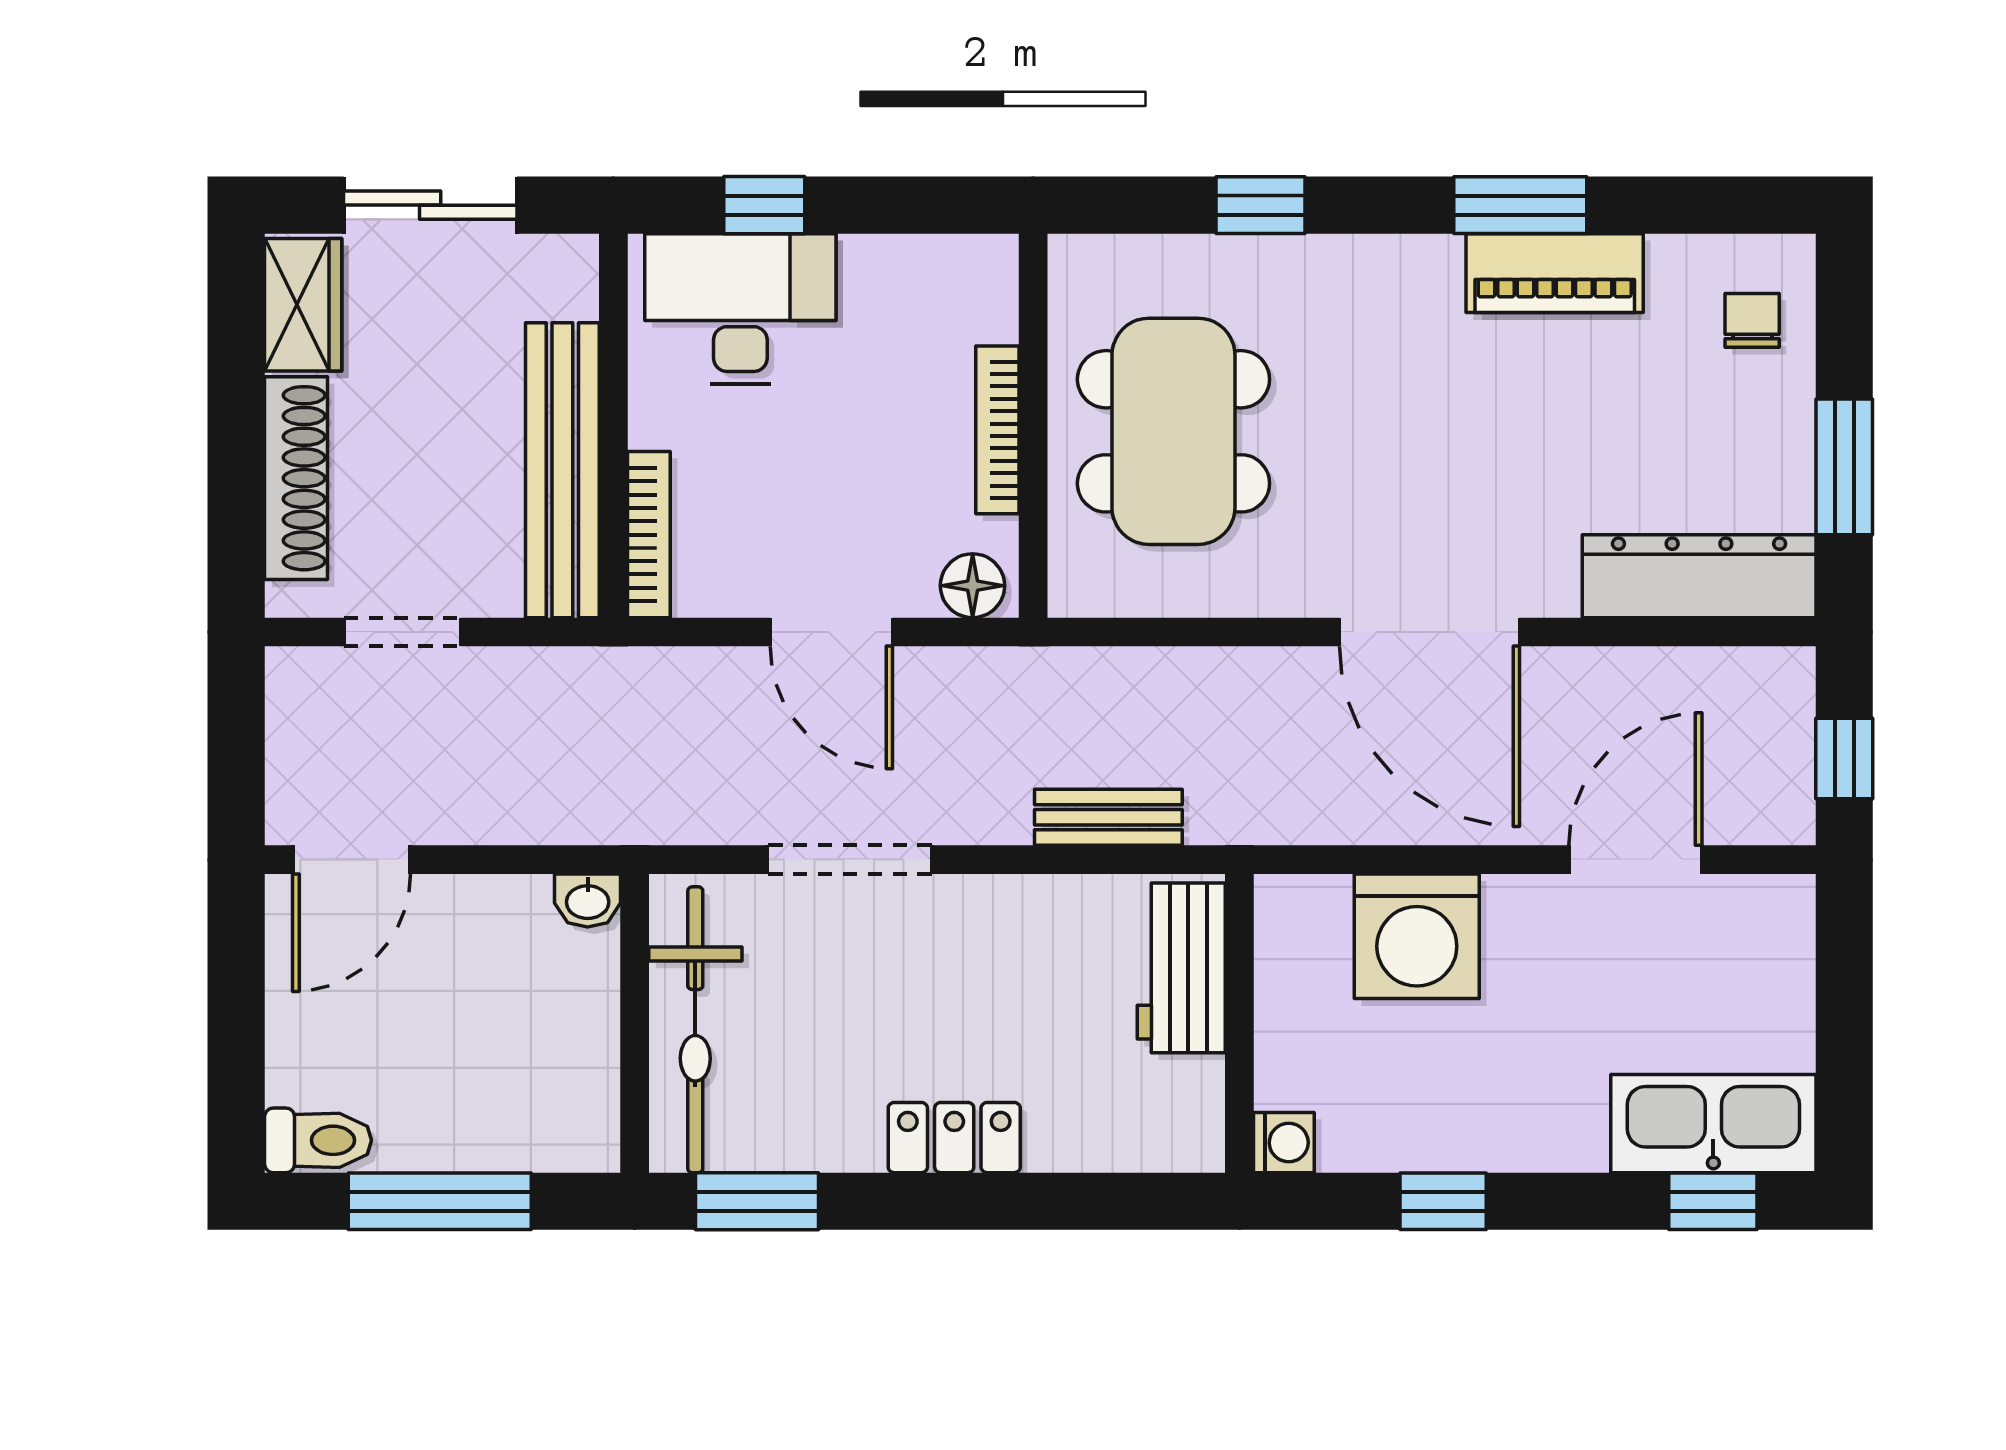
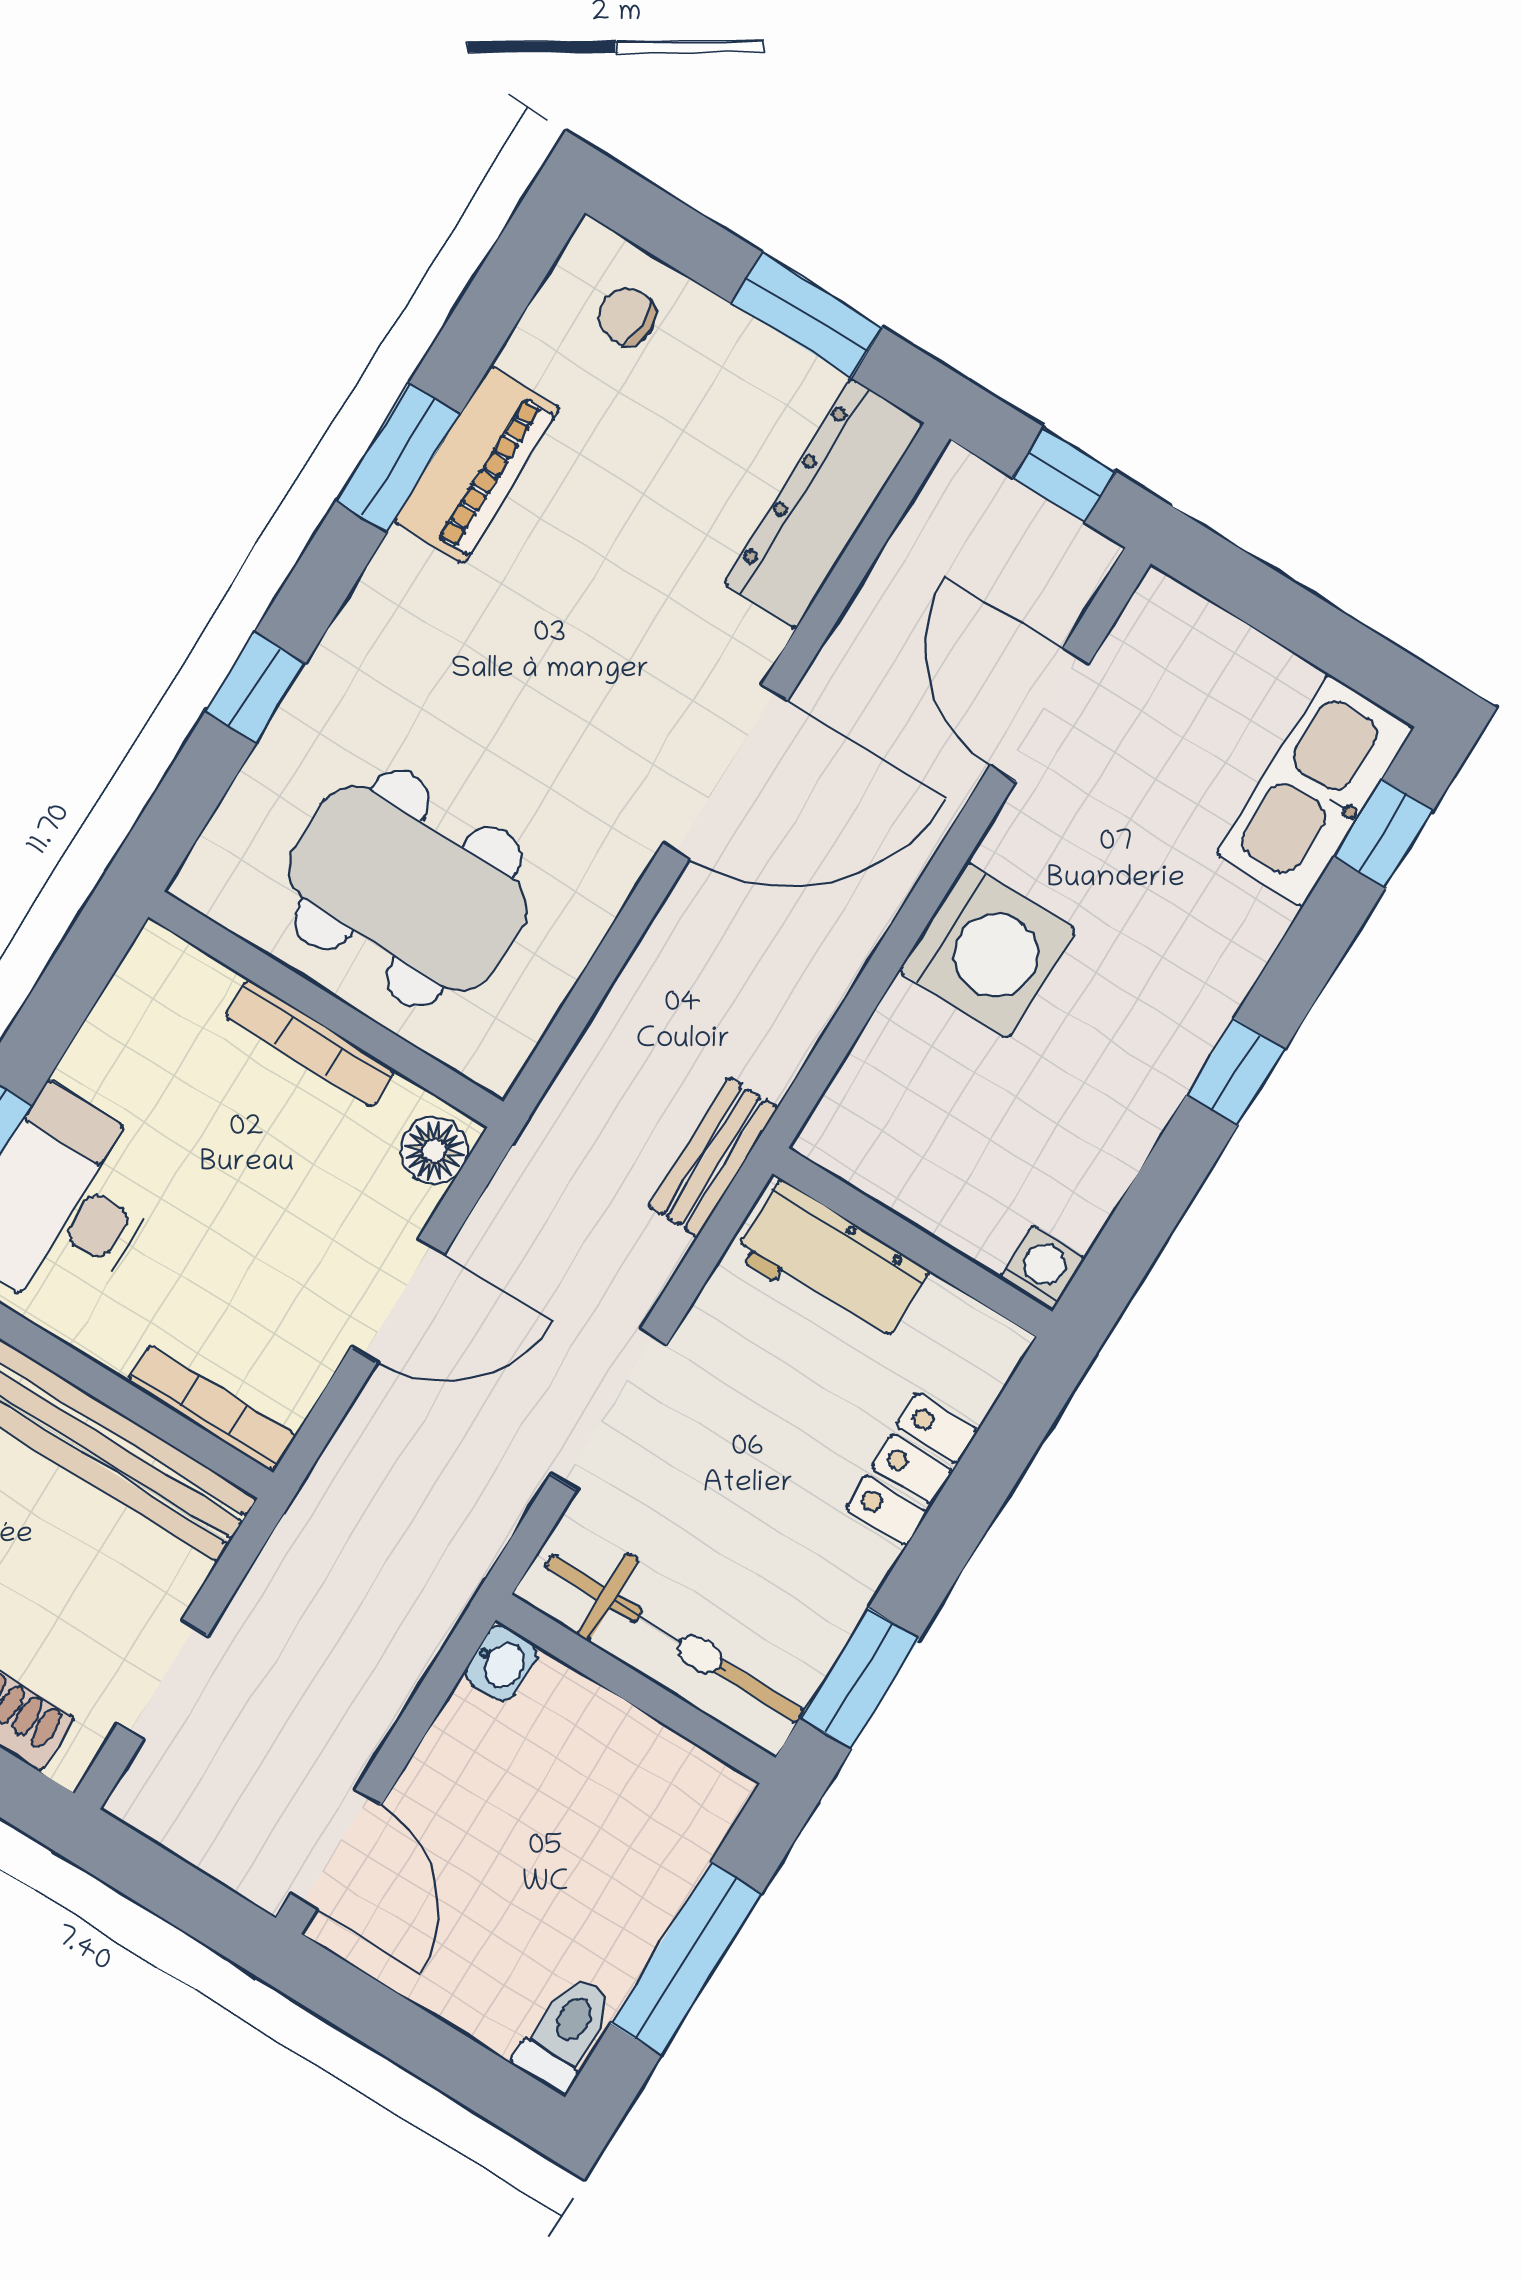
workbench: (1181, 968) -> (832, 1263), moved
wall: (1239, 1023) -> (912, 1242), moved
washing machine: (1284, 1143) -> (1042, 1268), moved

